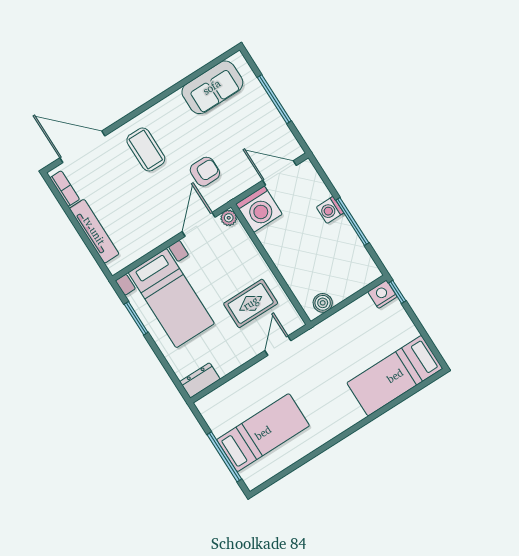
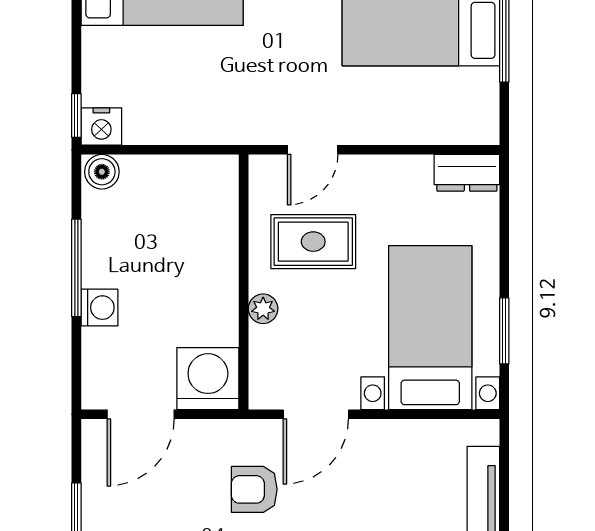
door: (279, 173) -> (141, 414), hinge flipped
plant: (229, 218) -> (263, 309), moved
boiler: (323, 303) -> (102, 172), moved

